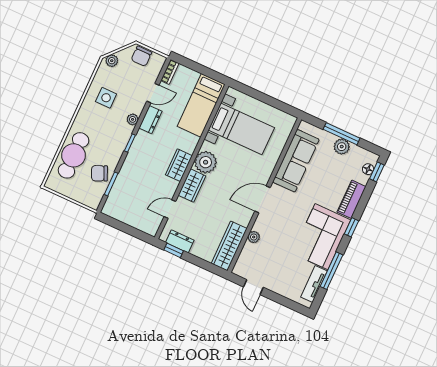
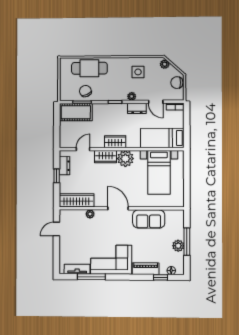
sofa: (296, 161) -> (149, 219), width x0.73
window: (377, 172) -> (160, 277), moved
cot: (120, 197) -> (76, 112), added
door: (170, 209) -> (83, 149), hinge flipped
window: (351, 227) -> (127, 277), removed
window: (174, 250) -> (57, 176), moved

